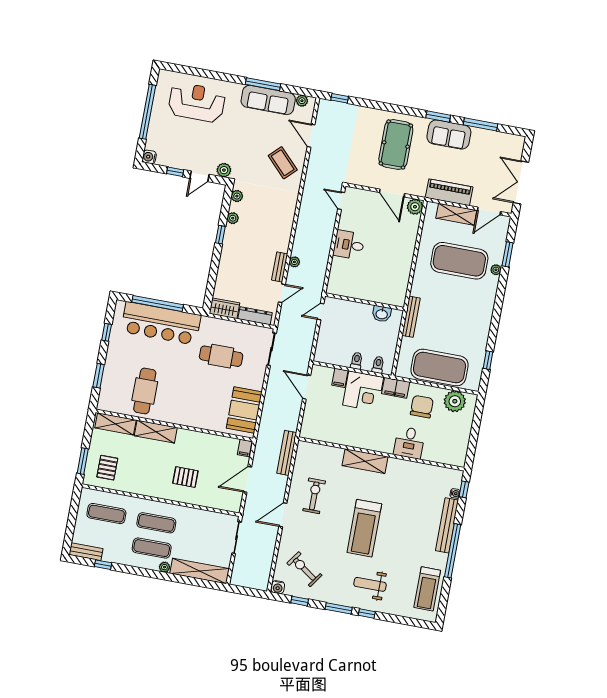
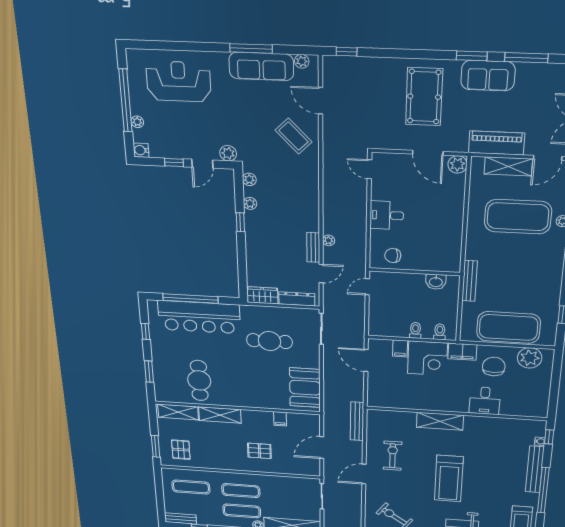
plant: (153, 132) -> (137, 122), added
chair: (348, 284) -> (393, 256), added
filing cabinet: (245, 448) -> (280, 419), moved

